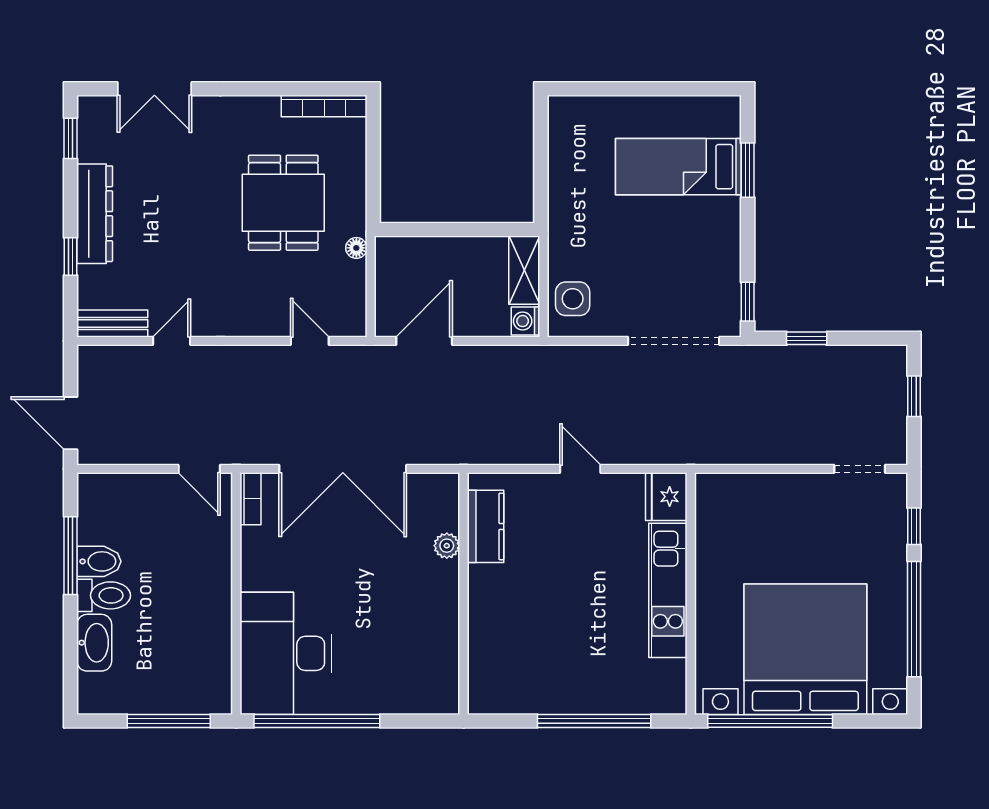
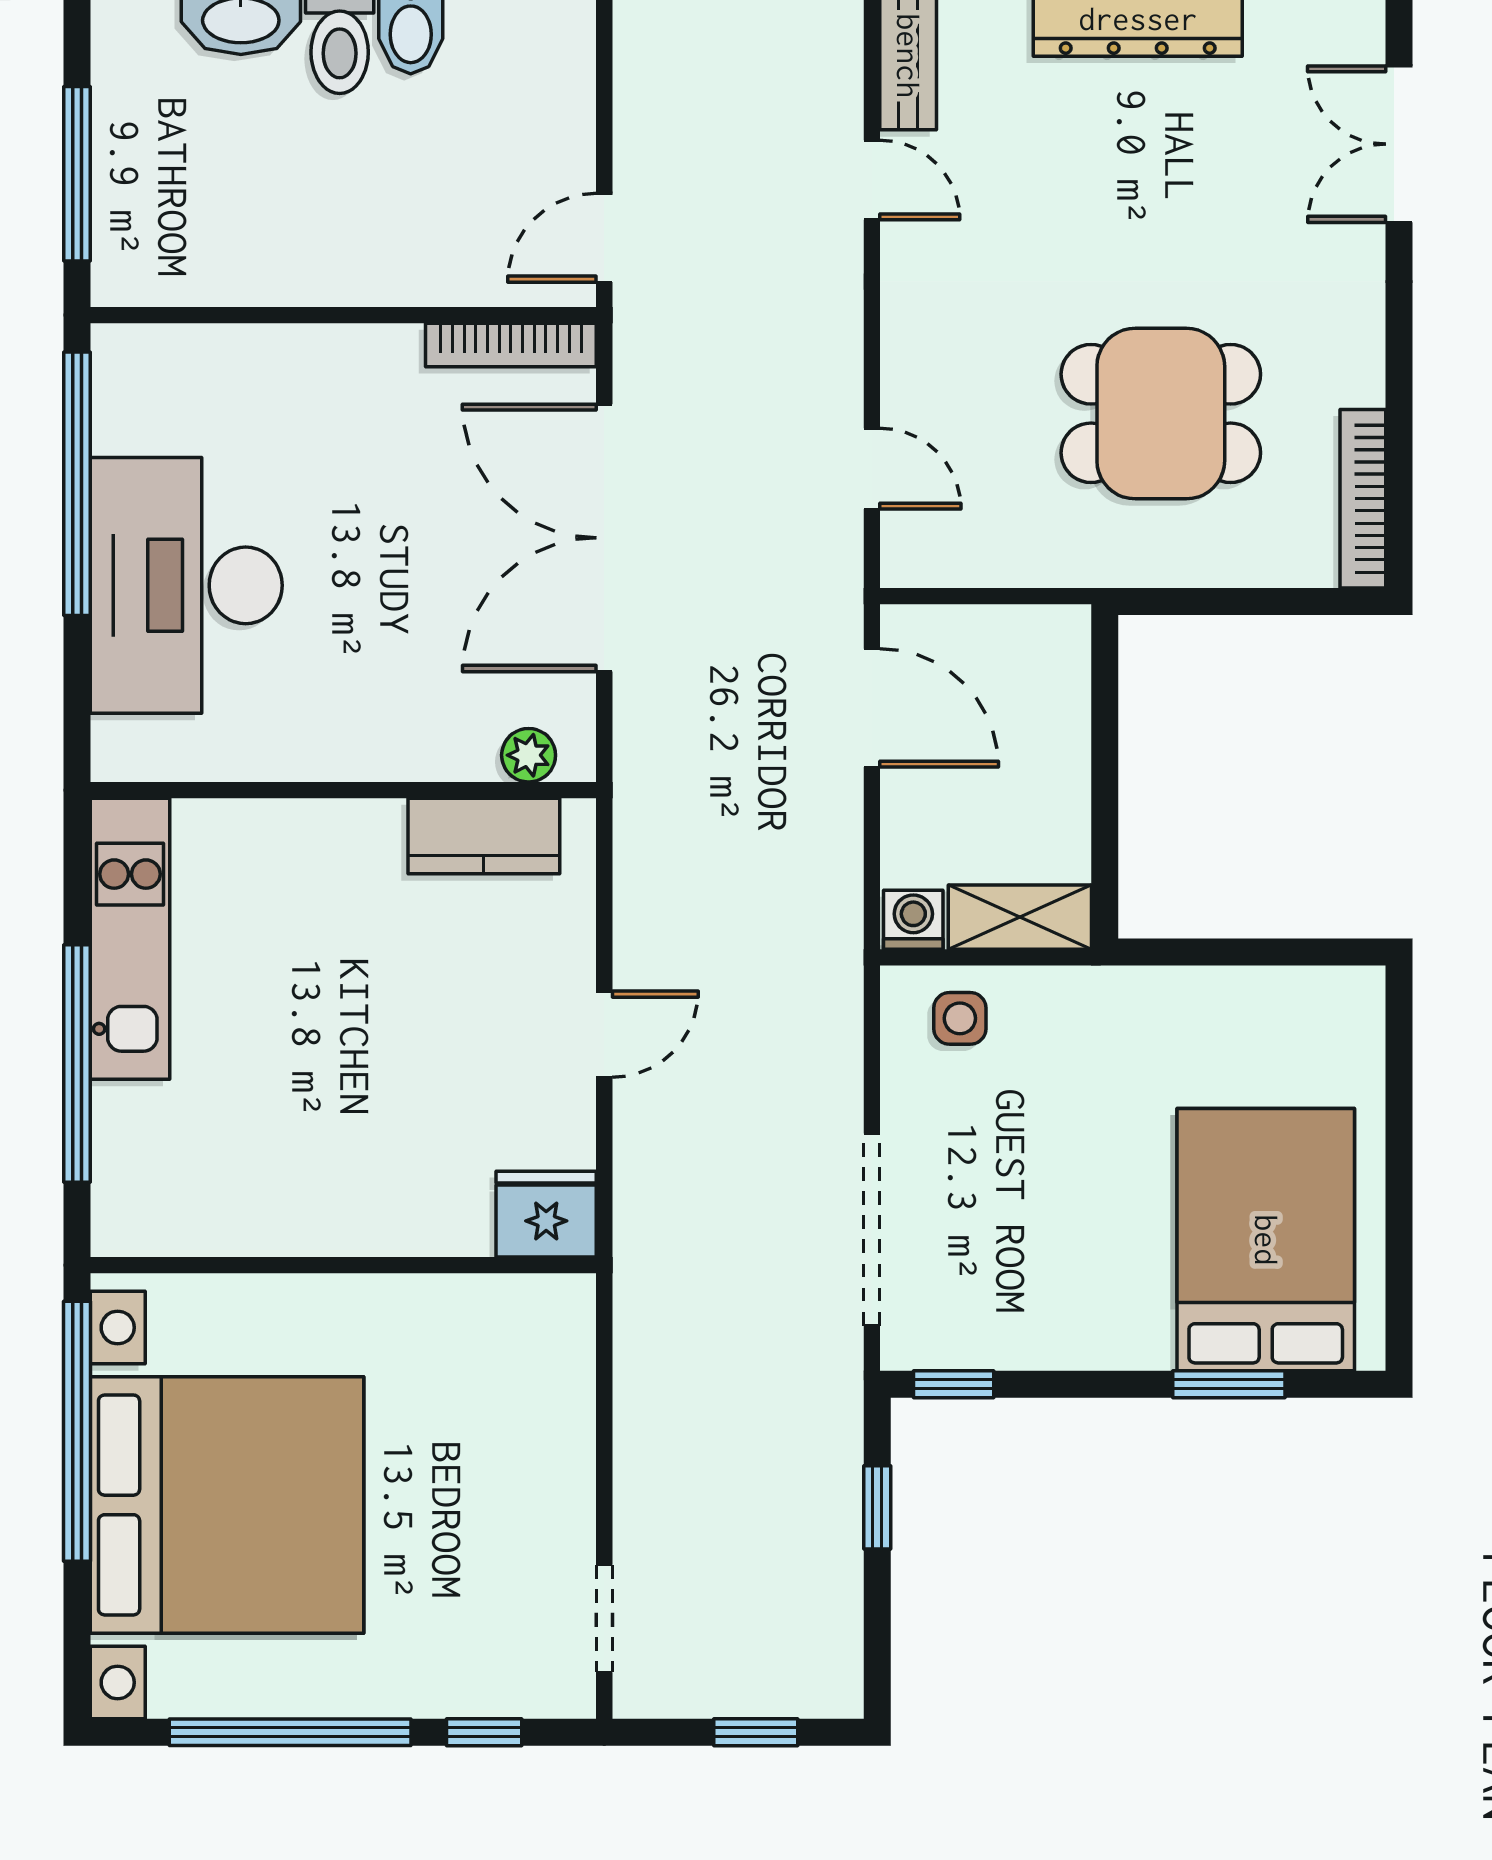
bed: (678, 167) -> (1266, 1240), width x1.50
floor lamp: (356, 248) -> (1066, 566), removed
side table: (573, 299) -> (960, 1018), width x0.73, depth x0.73
door: (310, 341) -> (872, 469), hinge flipped
bookcase: (251, 499) -> (511, 345), width x1.56
plant: (447, 546) -> (529, 755), moved
kitchen unit: (668, 590) -> (130, 939), moved, turned 90
desk: (286, 653) -> (186, 585), moved, turned -90

